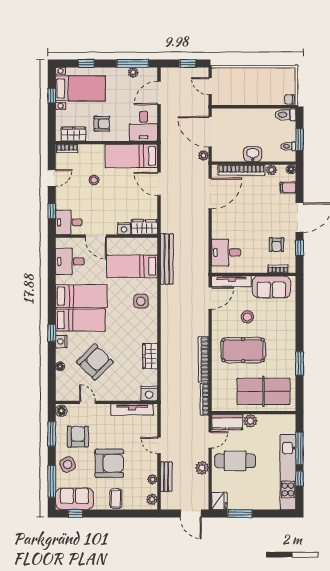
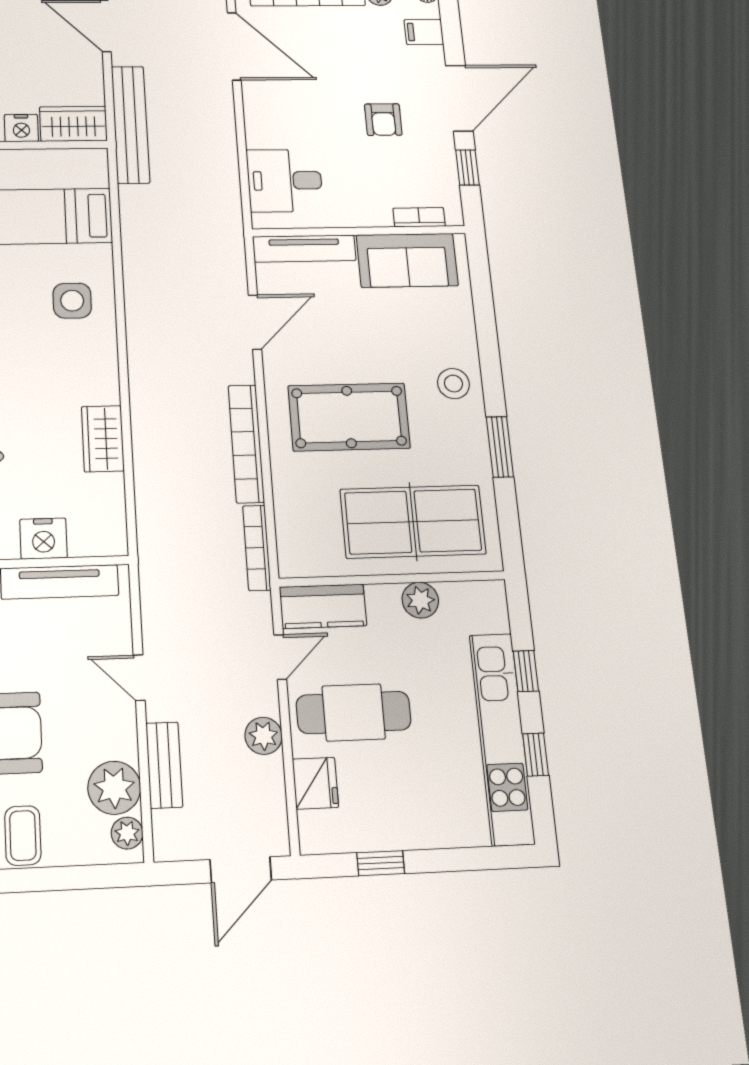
door: (210, 193) -> (234, 46), hinge flipped
armchair: (276, 244) -> (383, 120), moved
bench: (167, 259) -> (130, 124), moved
door: (210, 298) -> (255, 322), moved
stool: (247, 317) -> (453, 384), moved
nightstand: (149, 393) -> (43, 539), moved
plant: (250, 421) -> (420, 600), moved
window: (300, 448) -> (526, 671), width x0.46
plant: (153, 479) -> (114, 788), width x1.87, depth x1.87
fridge: (219, 501) -> (315, 783), moved
door: (191, 514) -> (241, 870), hinge flipped
window: (240, 514) -> (381, 863), width x0.67

